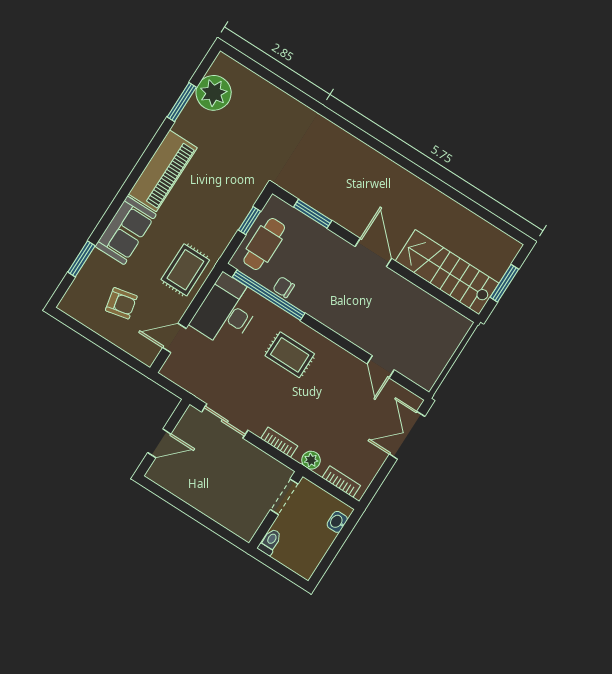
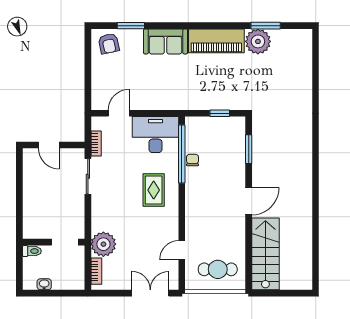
plant: (214, 93) -> (258, 41), moved
cafe table: (264, 244) -> (218, 269), moved
rug: (185, 270) -> (165, 93), removed
window: (504, 283) -> (281, 293), removed
armchair: (121, 303) -> (109, 44), moved
door: (174, 338) -> (119, 113), hinge flipped
bookcase: (279, 442) -> (96, 143), moved
plant: (311, 460) -> (103, 244), width x1.88, depth x1.88
washbasin: (337, 522) -> (44, 284), moved

